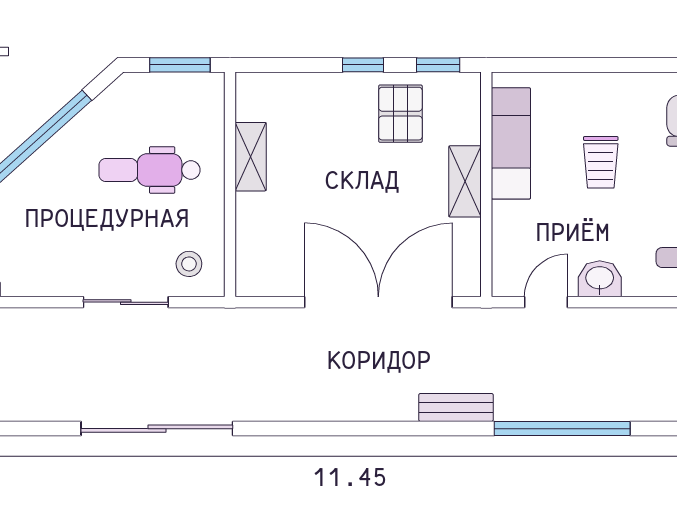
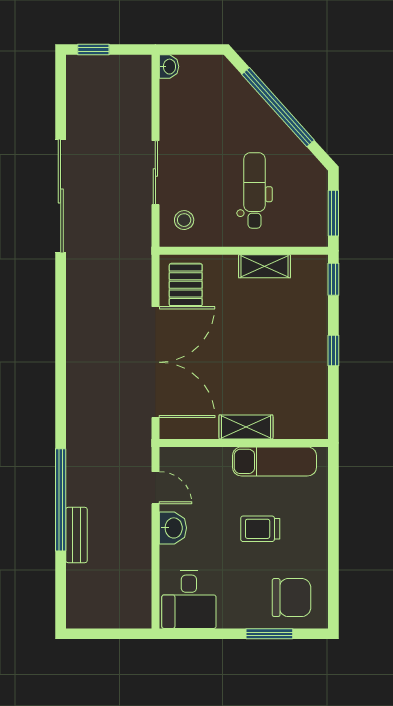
window: (438, 65) -> (333, 279), moved
pallet: (400, 114) -> (186, 285), moved, turned 90
bench: (456, 407) -> (76, 535), moved

